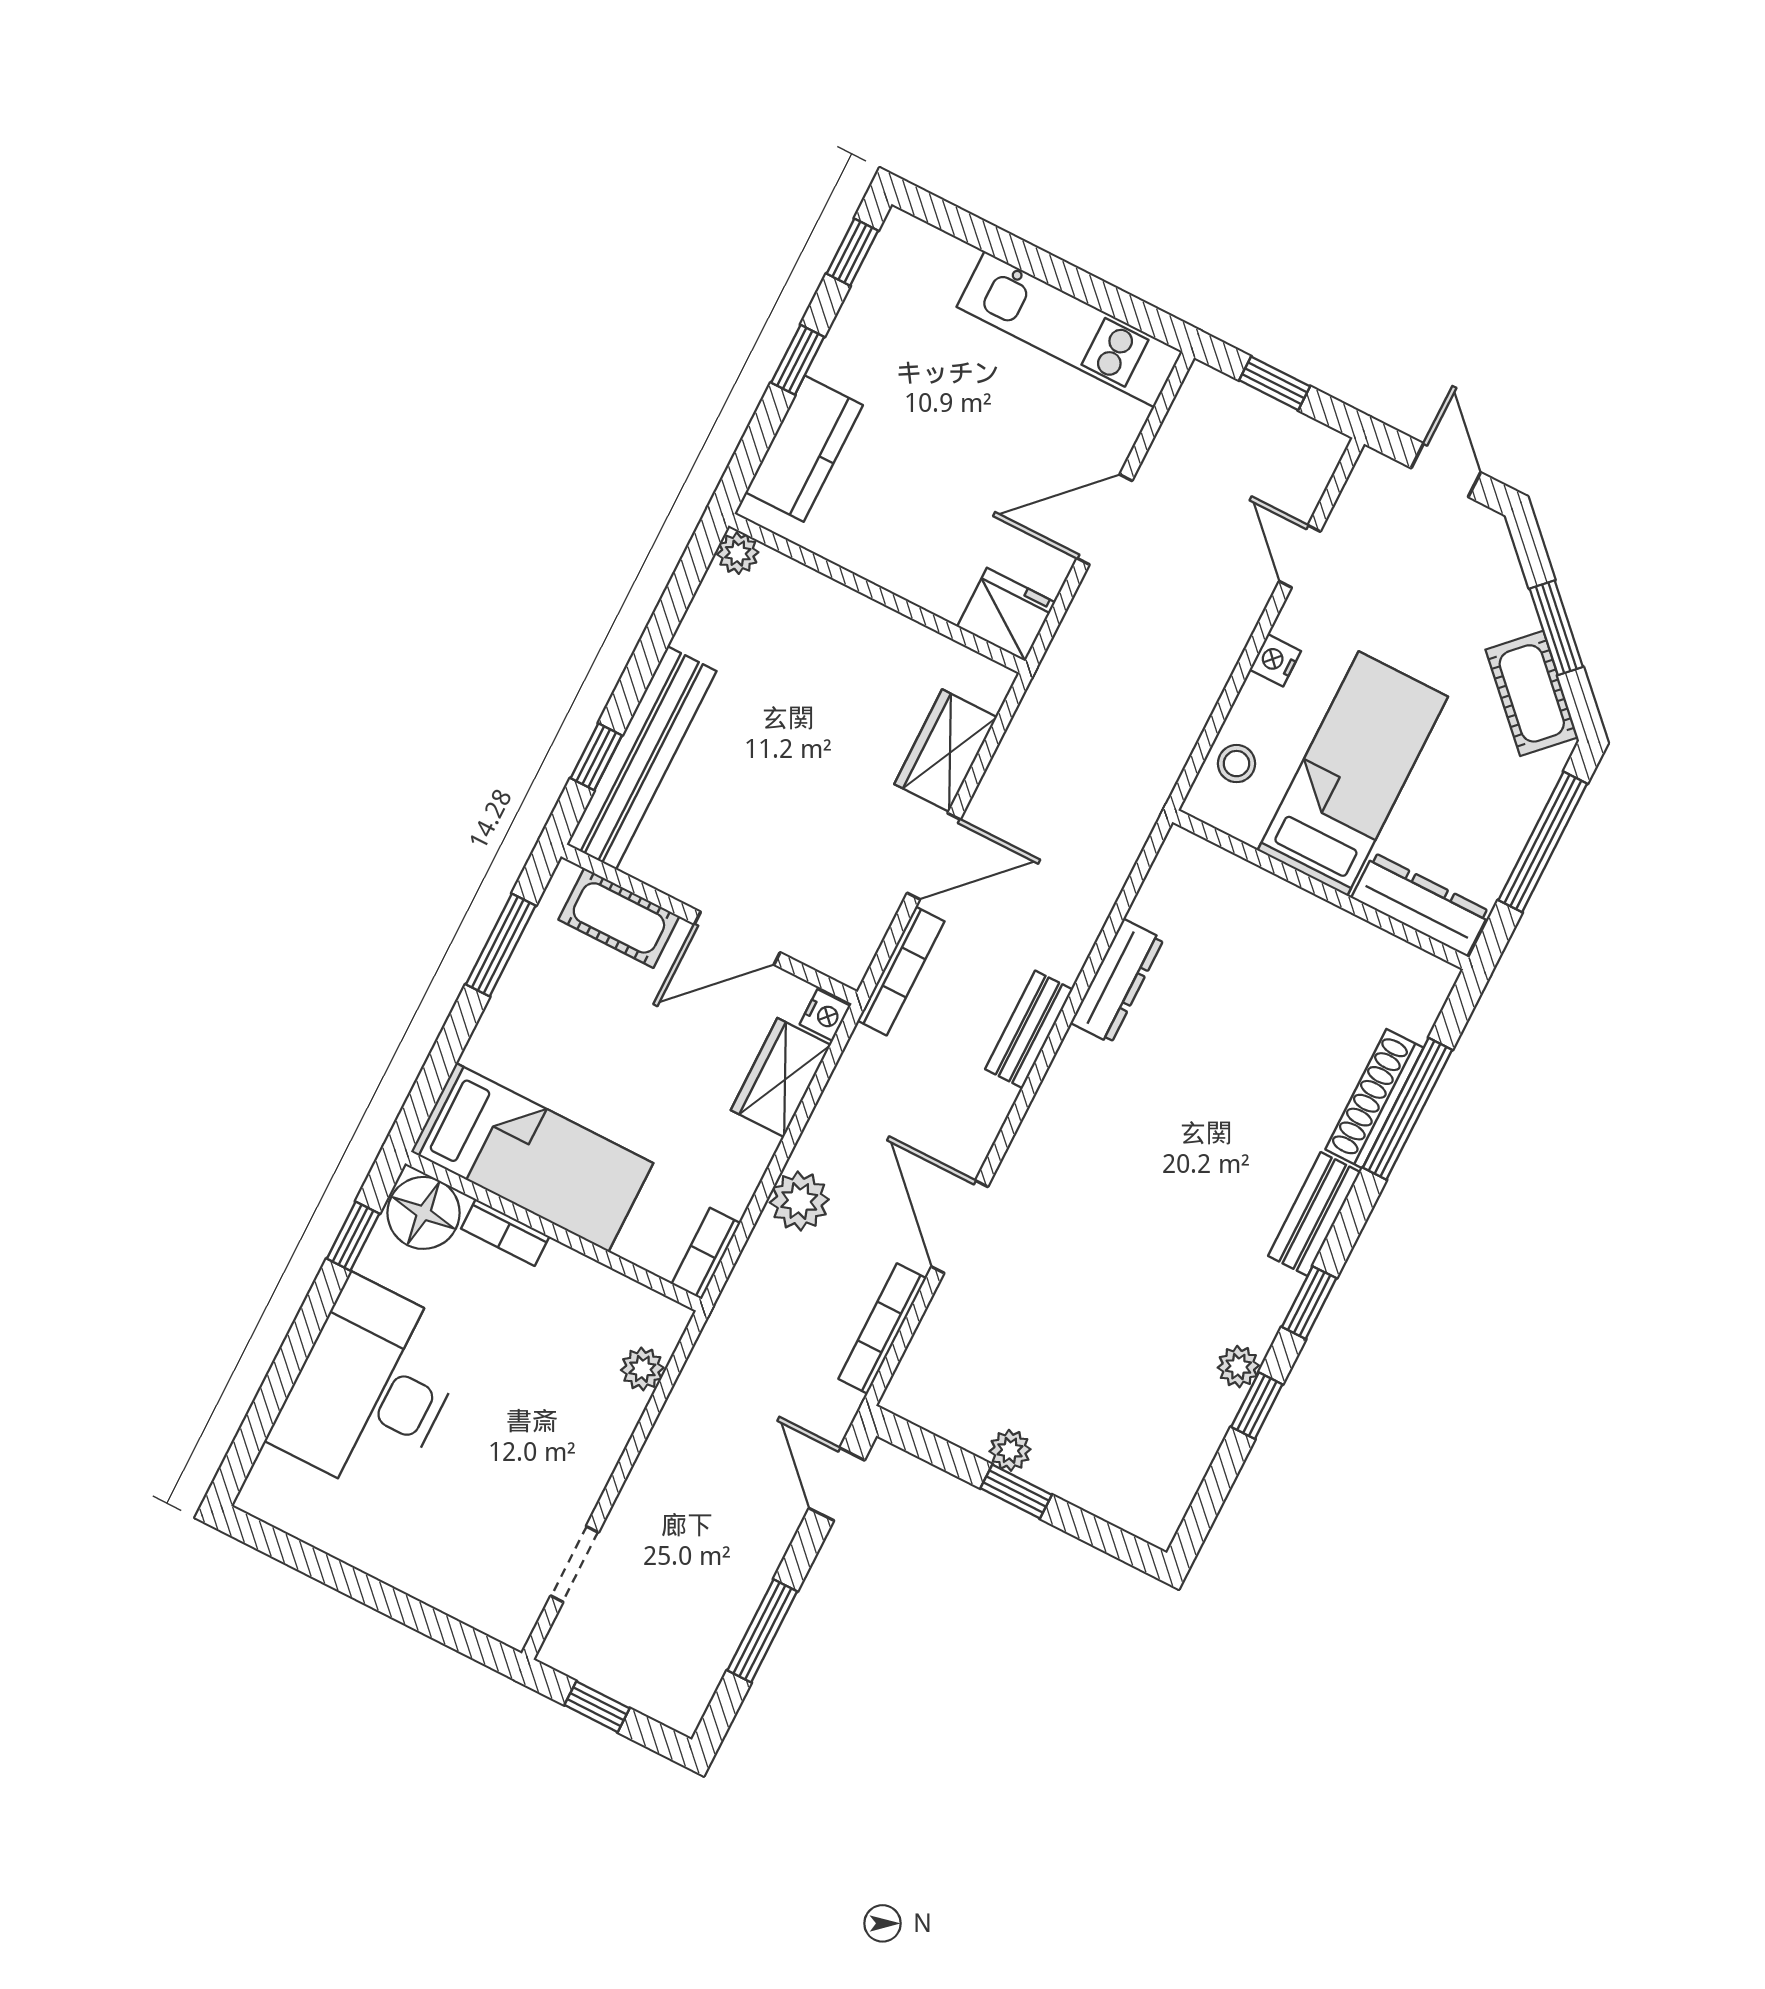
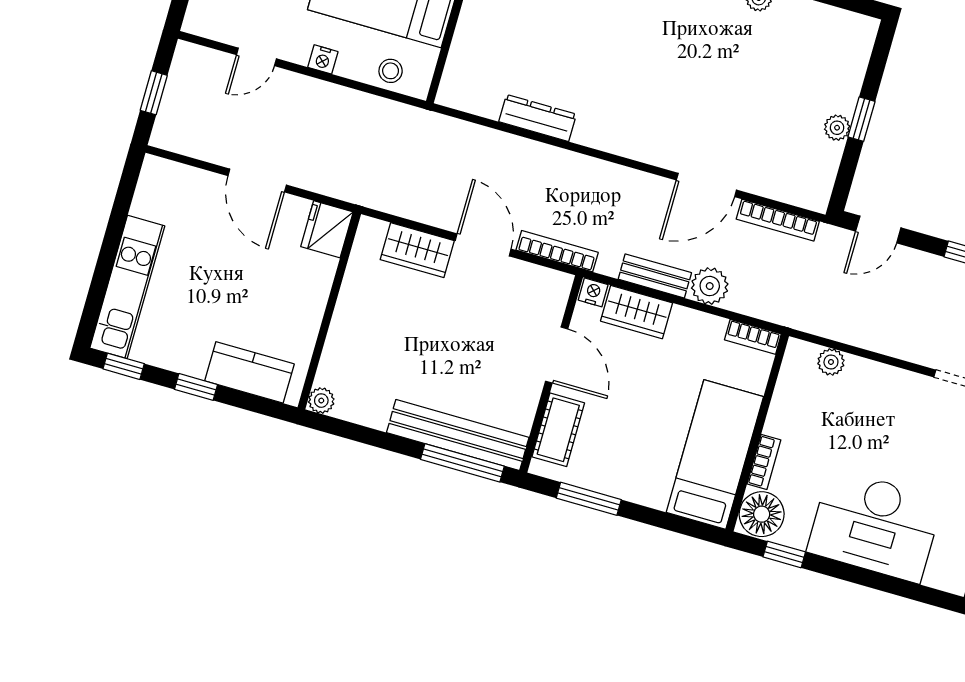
kitchen unit: (1069, 329) -> (127, 287), moved
window: (596, 757) -> (462, 463), width x2.17
bench: (1029, 1029) -> (655, 276), moved

